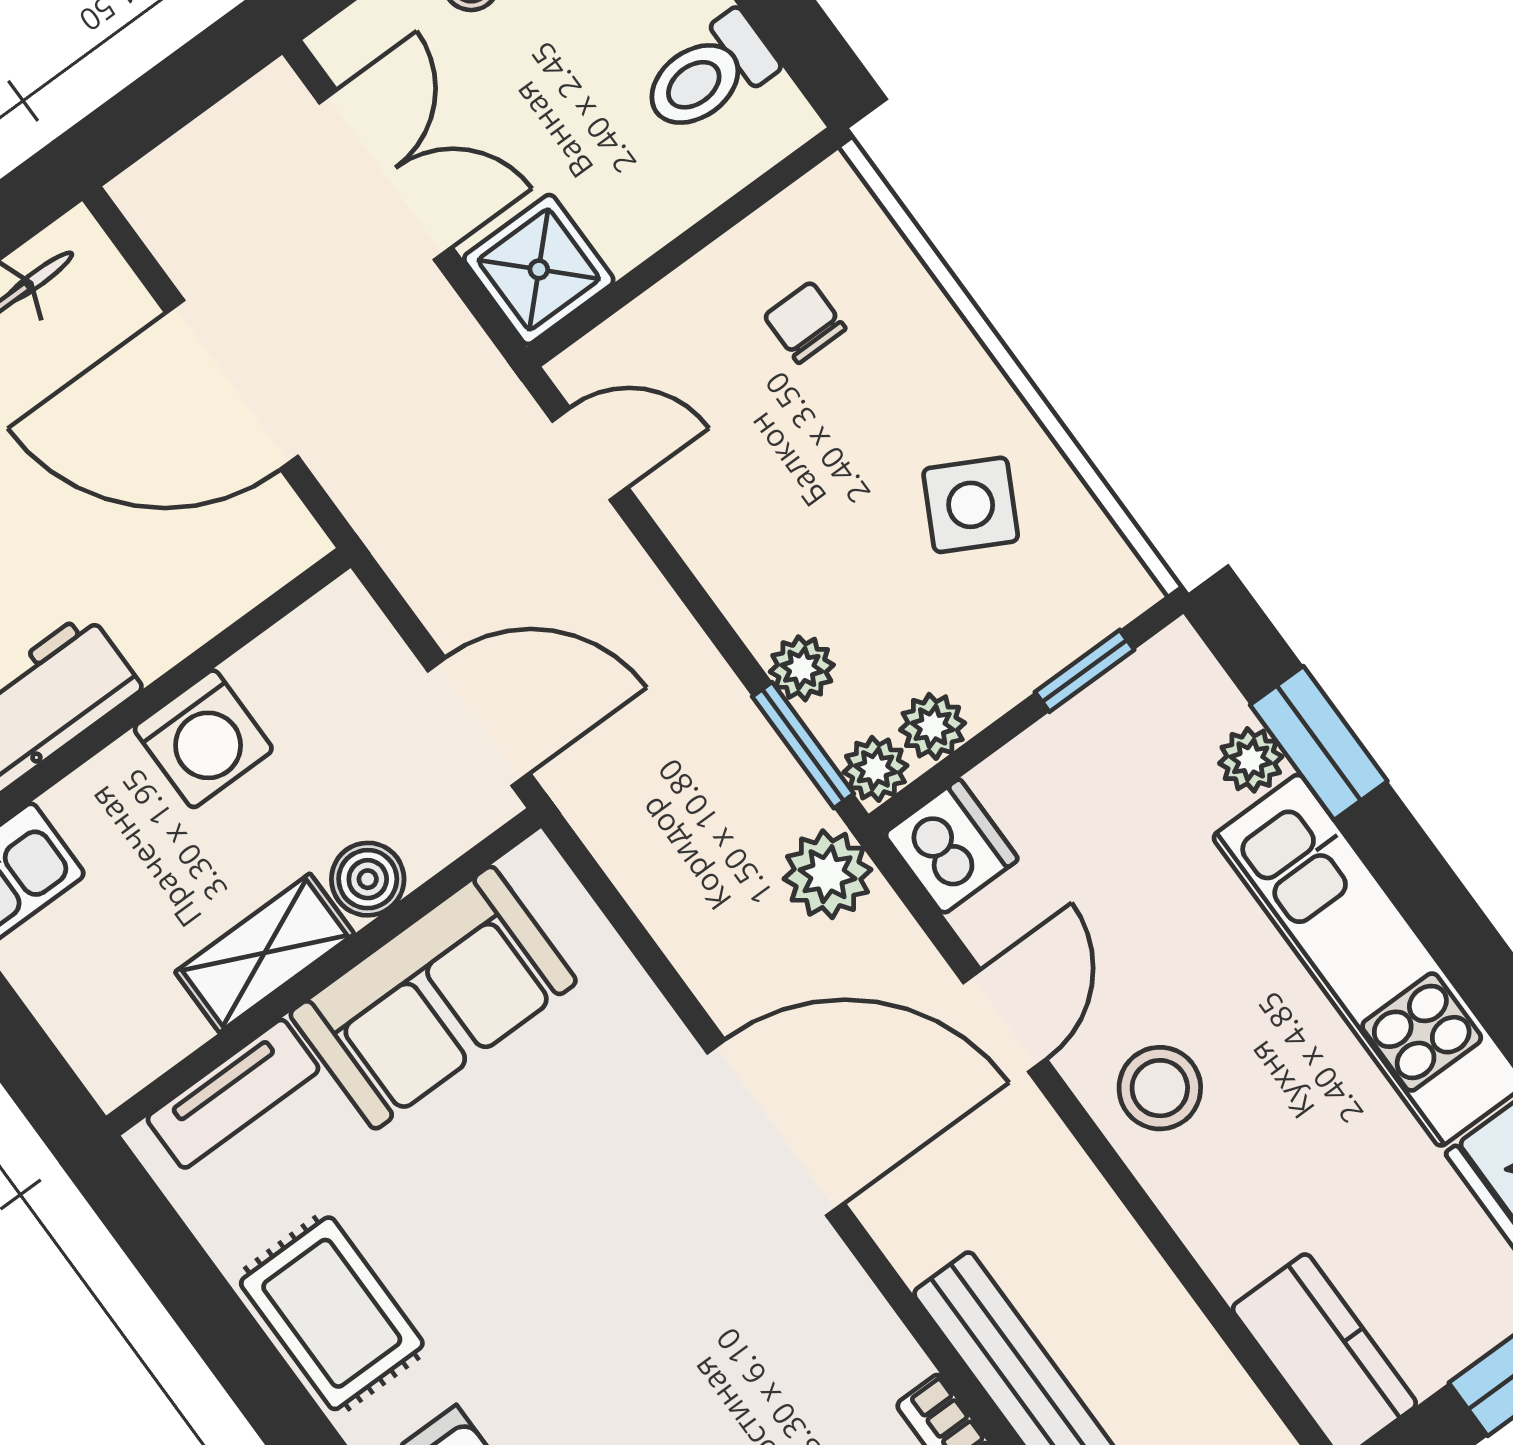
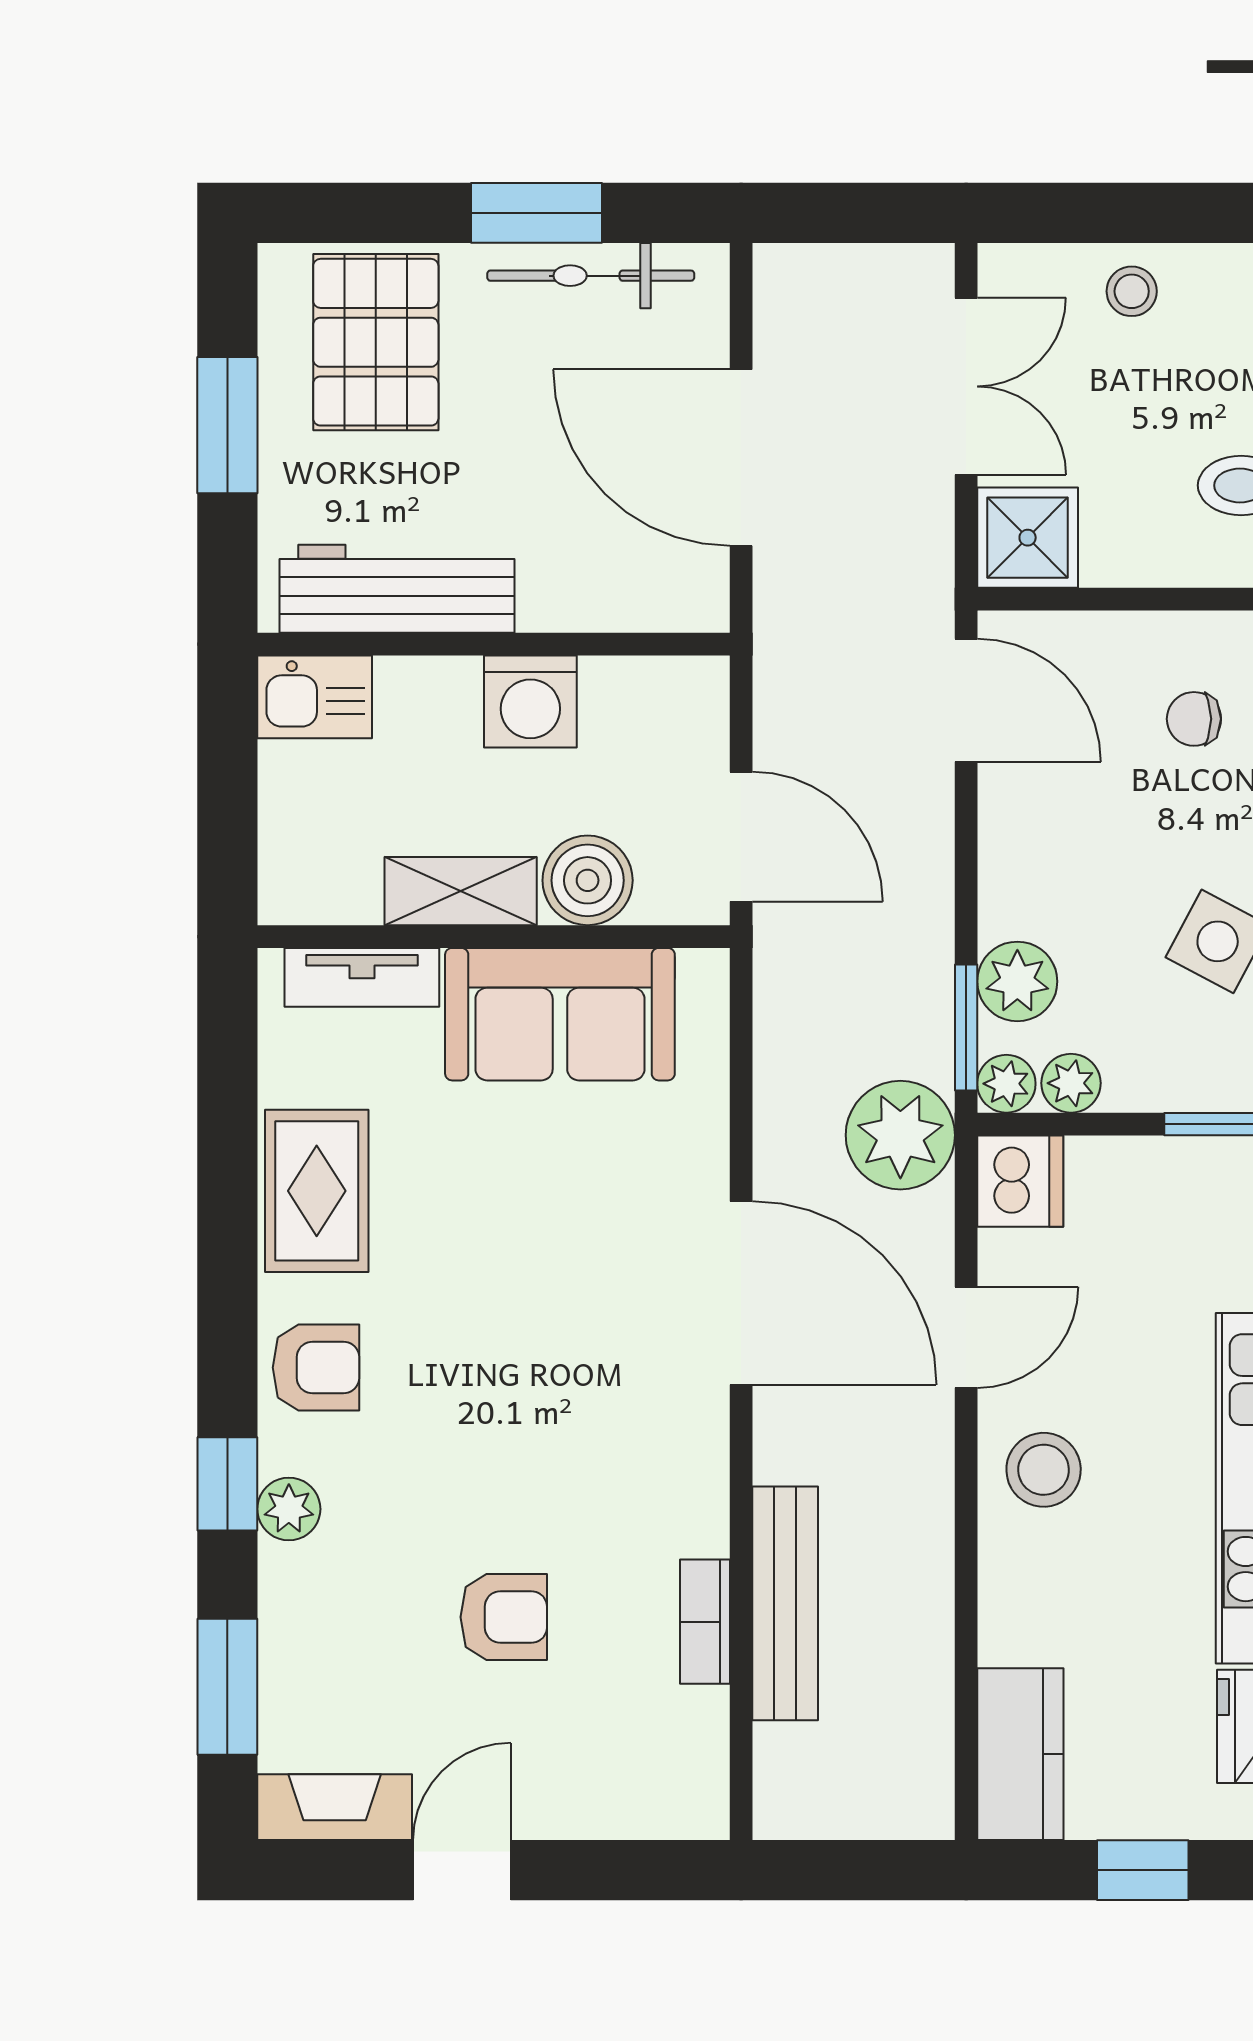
chair: (805, 322) -> (1194, 719), turned -90
door: (590, 454) -> (966, 700), width x1.38
plant: (802, 668) -> (1017, 981), width x1.38, depth x1.38
plant: (828, 874) -> (900, 1135), width x1.36, depth x1.36
boiler: (368, 879) -> (588, 880), width x1.36, depth x1.36

